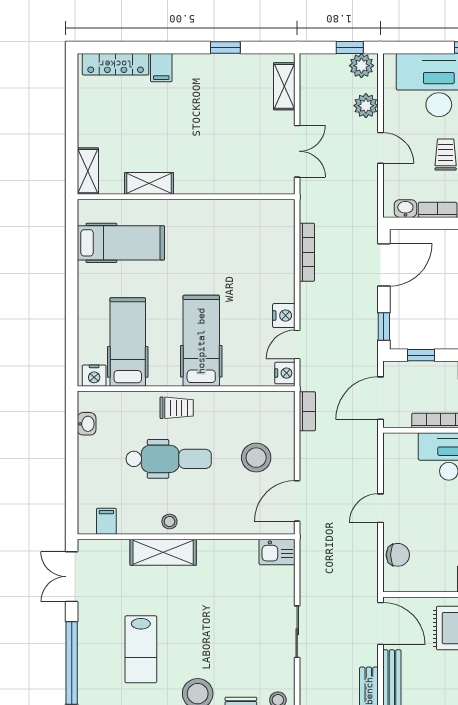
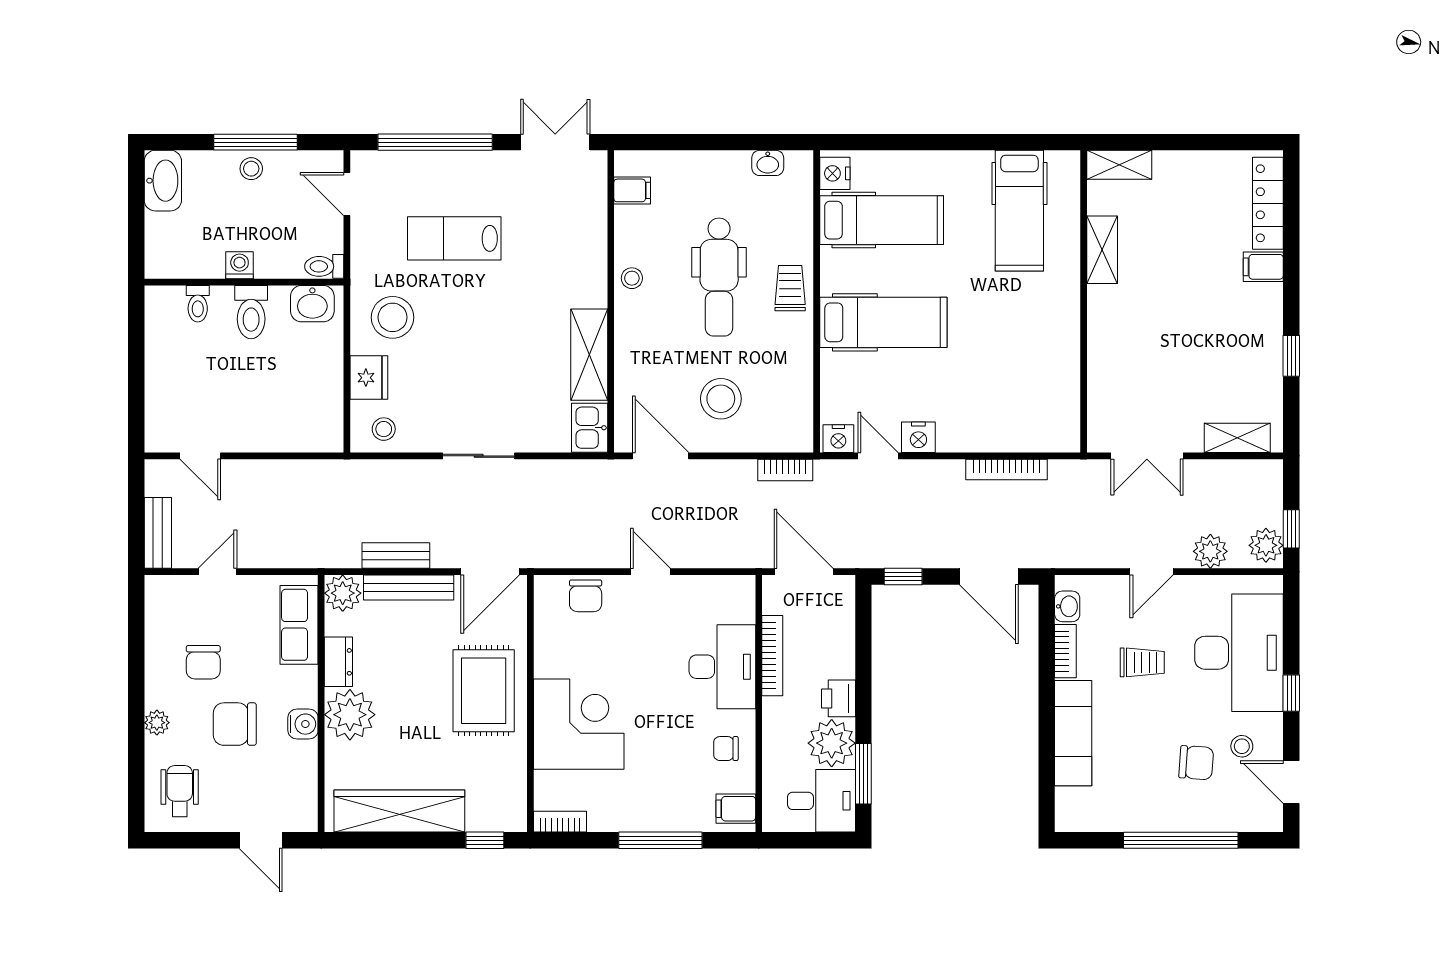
window: (421, 355) -> (863, 628), removed
trolley: (177, 408) -> (790, 288), turned 180
shelving: (163, 552) -> (589, 355), moved

